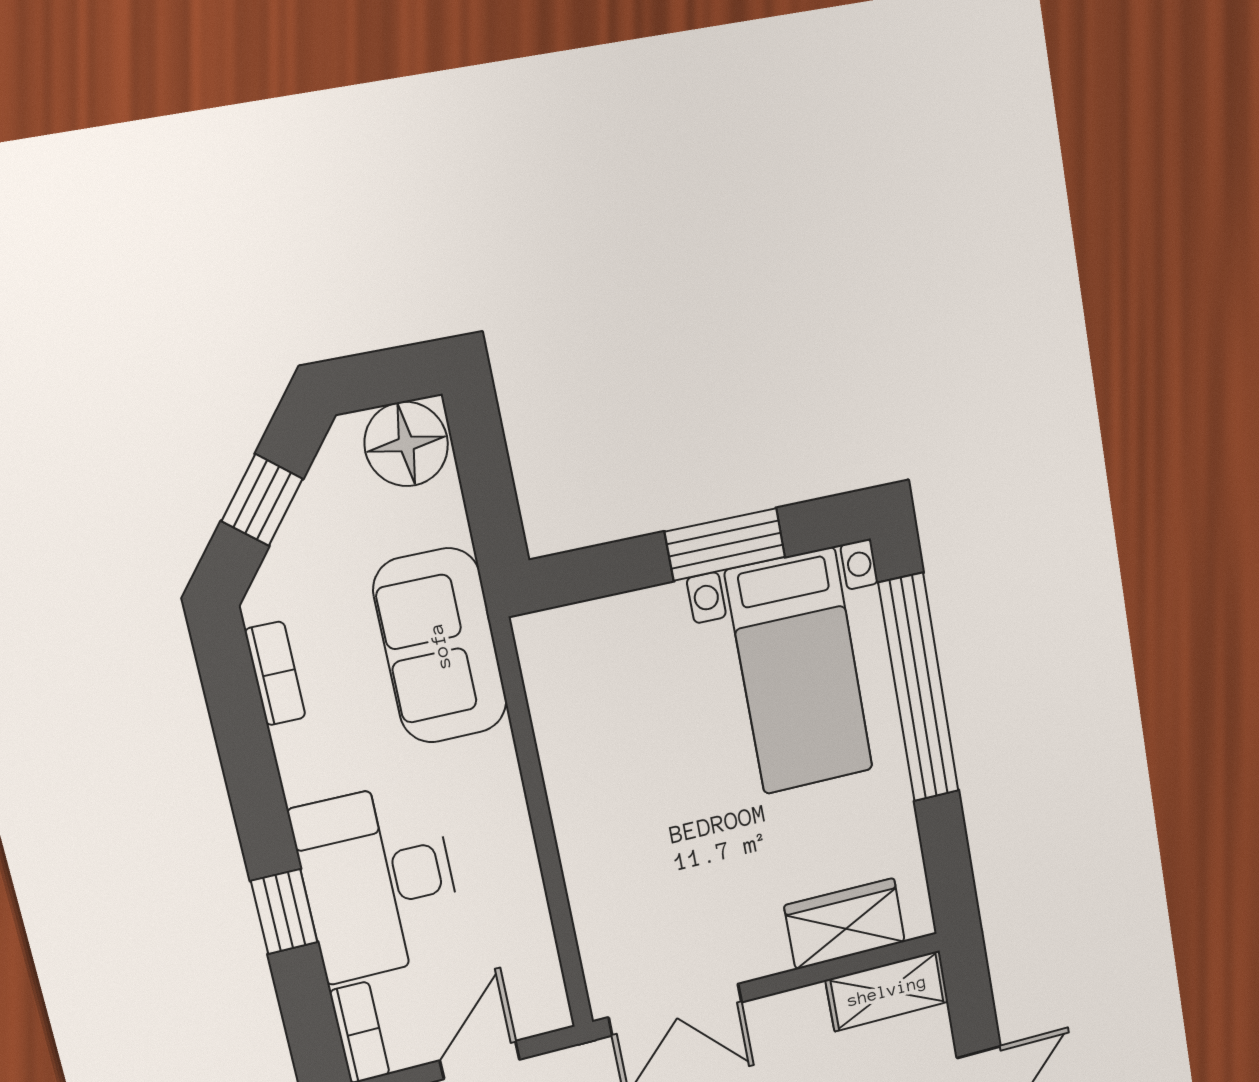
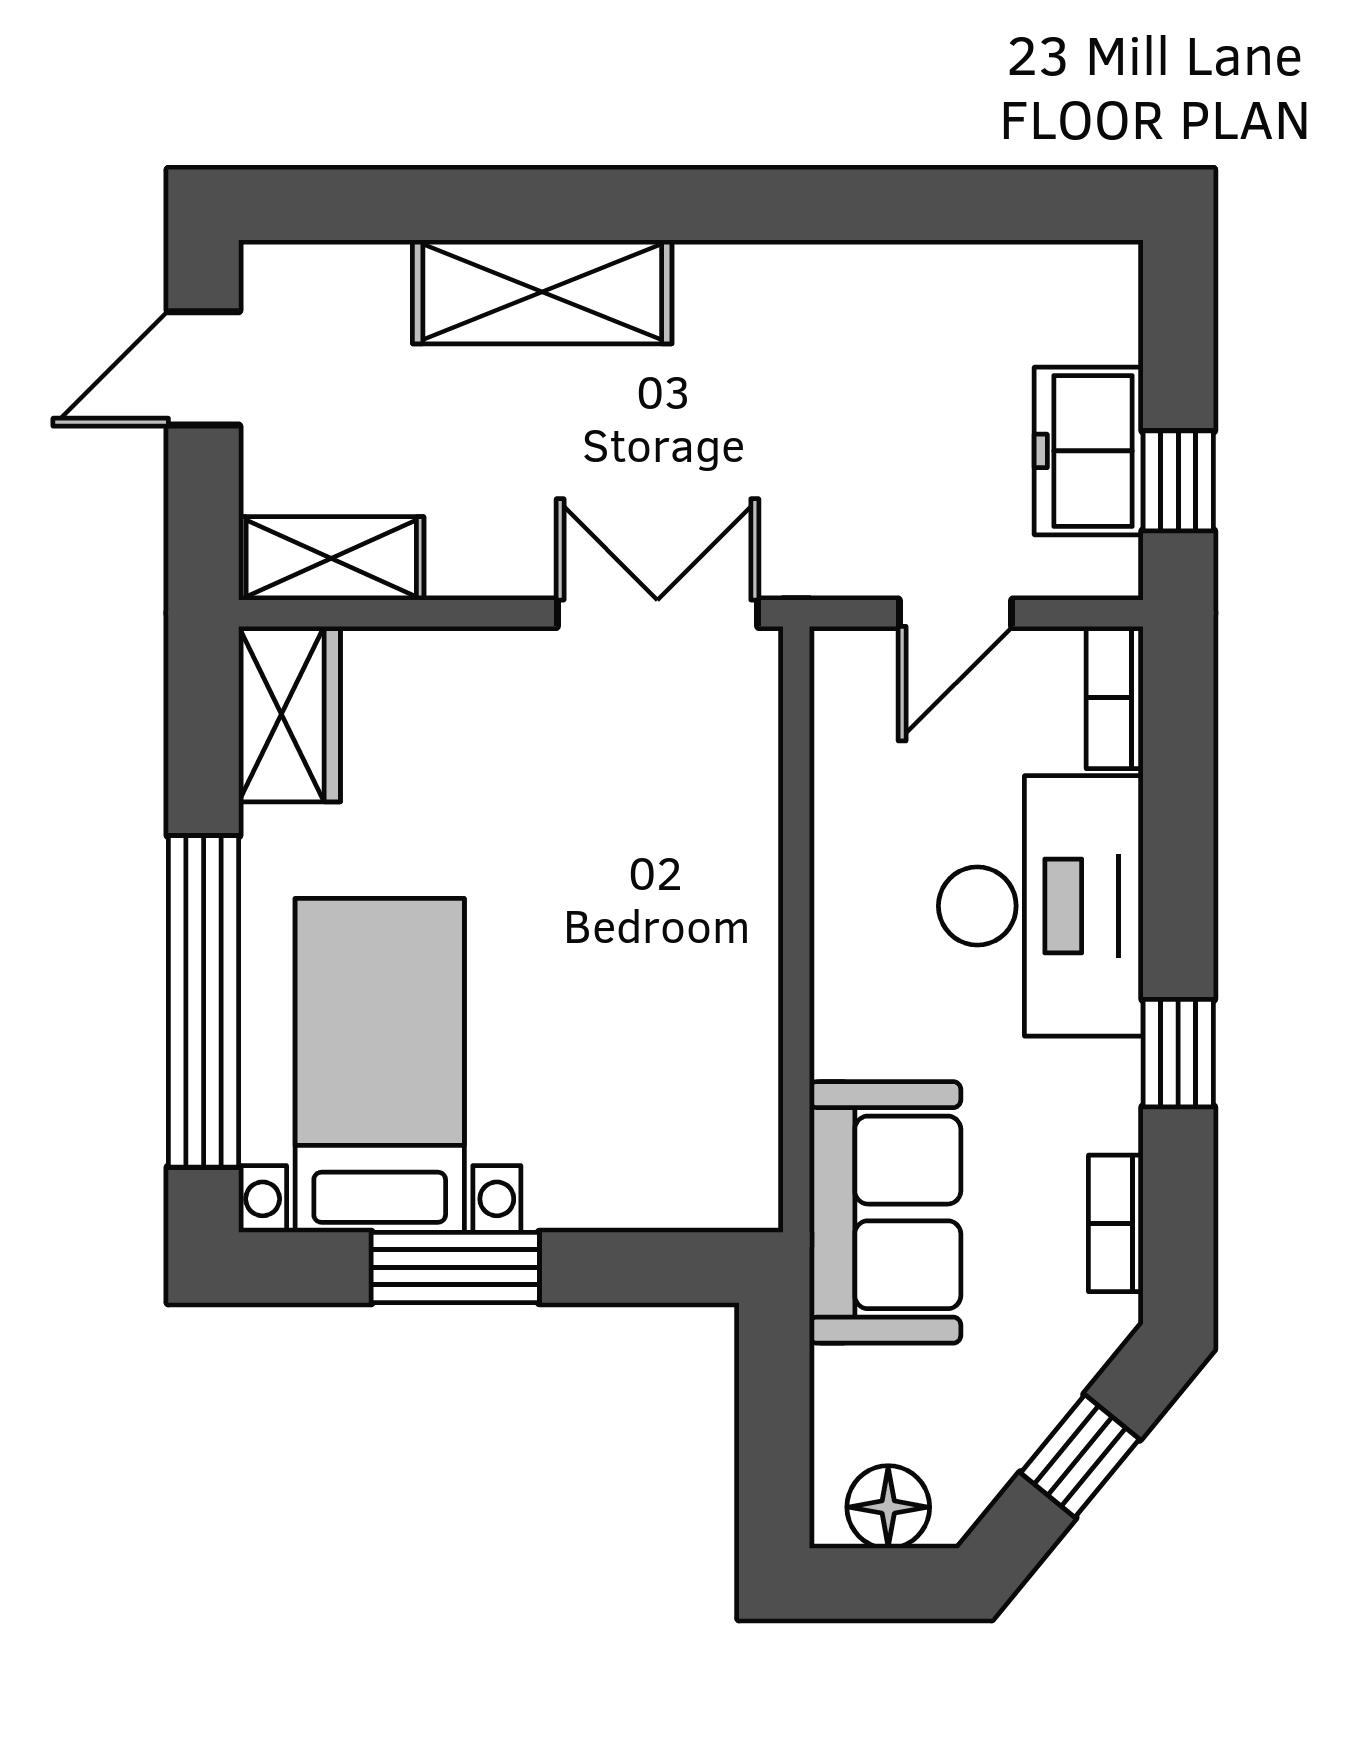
floor lamp: (406, 444) -> (888, 1507), width x0.73, depth x0.73
window: (284, 912) -> (1178, 1053), moved
wardrobe: (845, 924) -> (290, 714), moved, turned -90

